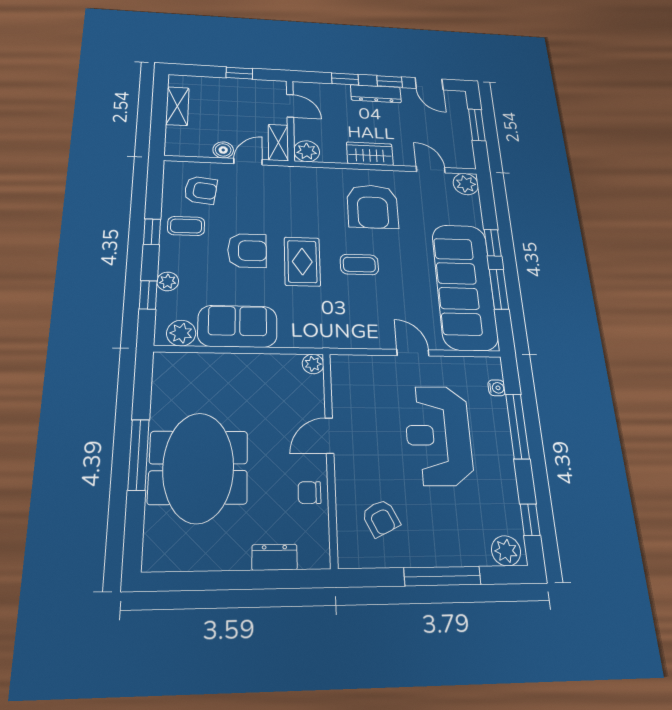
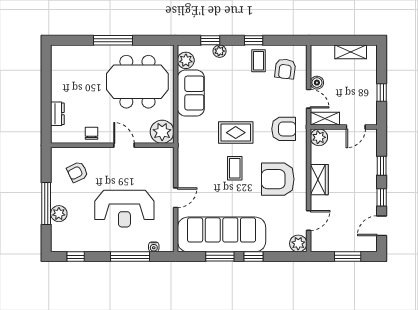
dresser: (376, 94) -> (370, 187), removed
armchair: (247, 251) -> (284, 129), moved, turned -90
plant: (313, 364) -> (162, 132), width x1.88, depth x1.88
reception desk: (438, 435) -> (124, 209), turned 180
meeting table: (198, 467) -> (137, 82), moved
plant: (506, 551) -> (59, 214), moved

